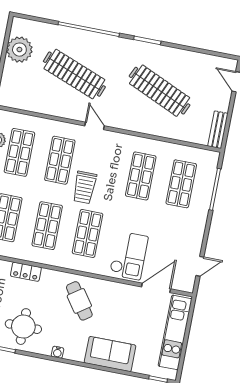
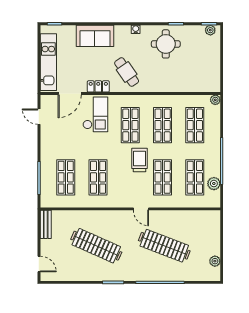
plant: (19, 50) -> (215, 261), width x0.53, depth x0.53
checkout: (129, 256) -> (95, 114), turned 180
door: (200, 266) -> (39, 117), hinge flipped
locker: (26, 272) -> (98, 86), moved

